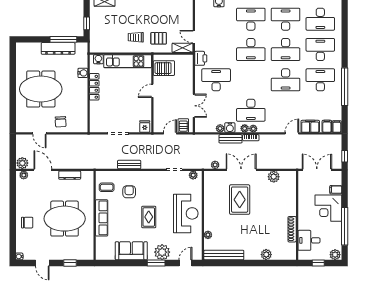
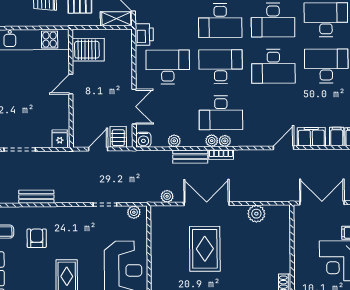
desk: (251, 80) -> (221, 67), added
water cooler: (230, 128) -> (143, 140), moved

